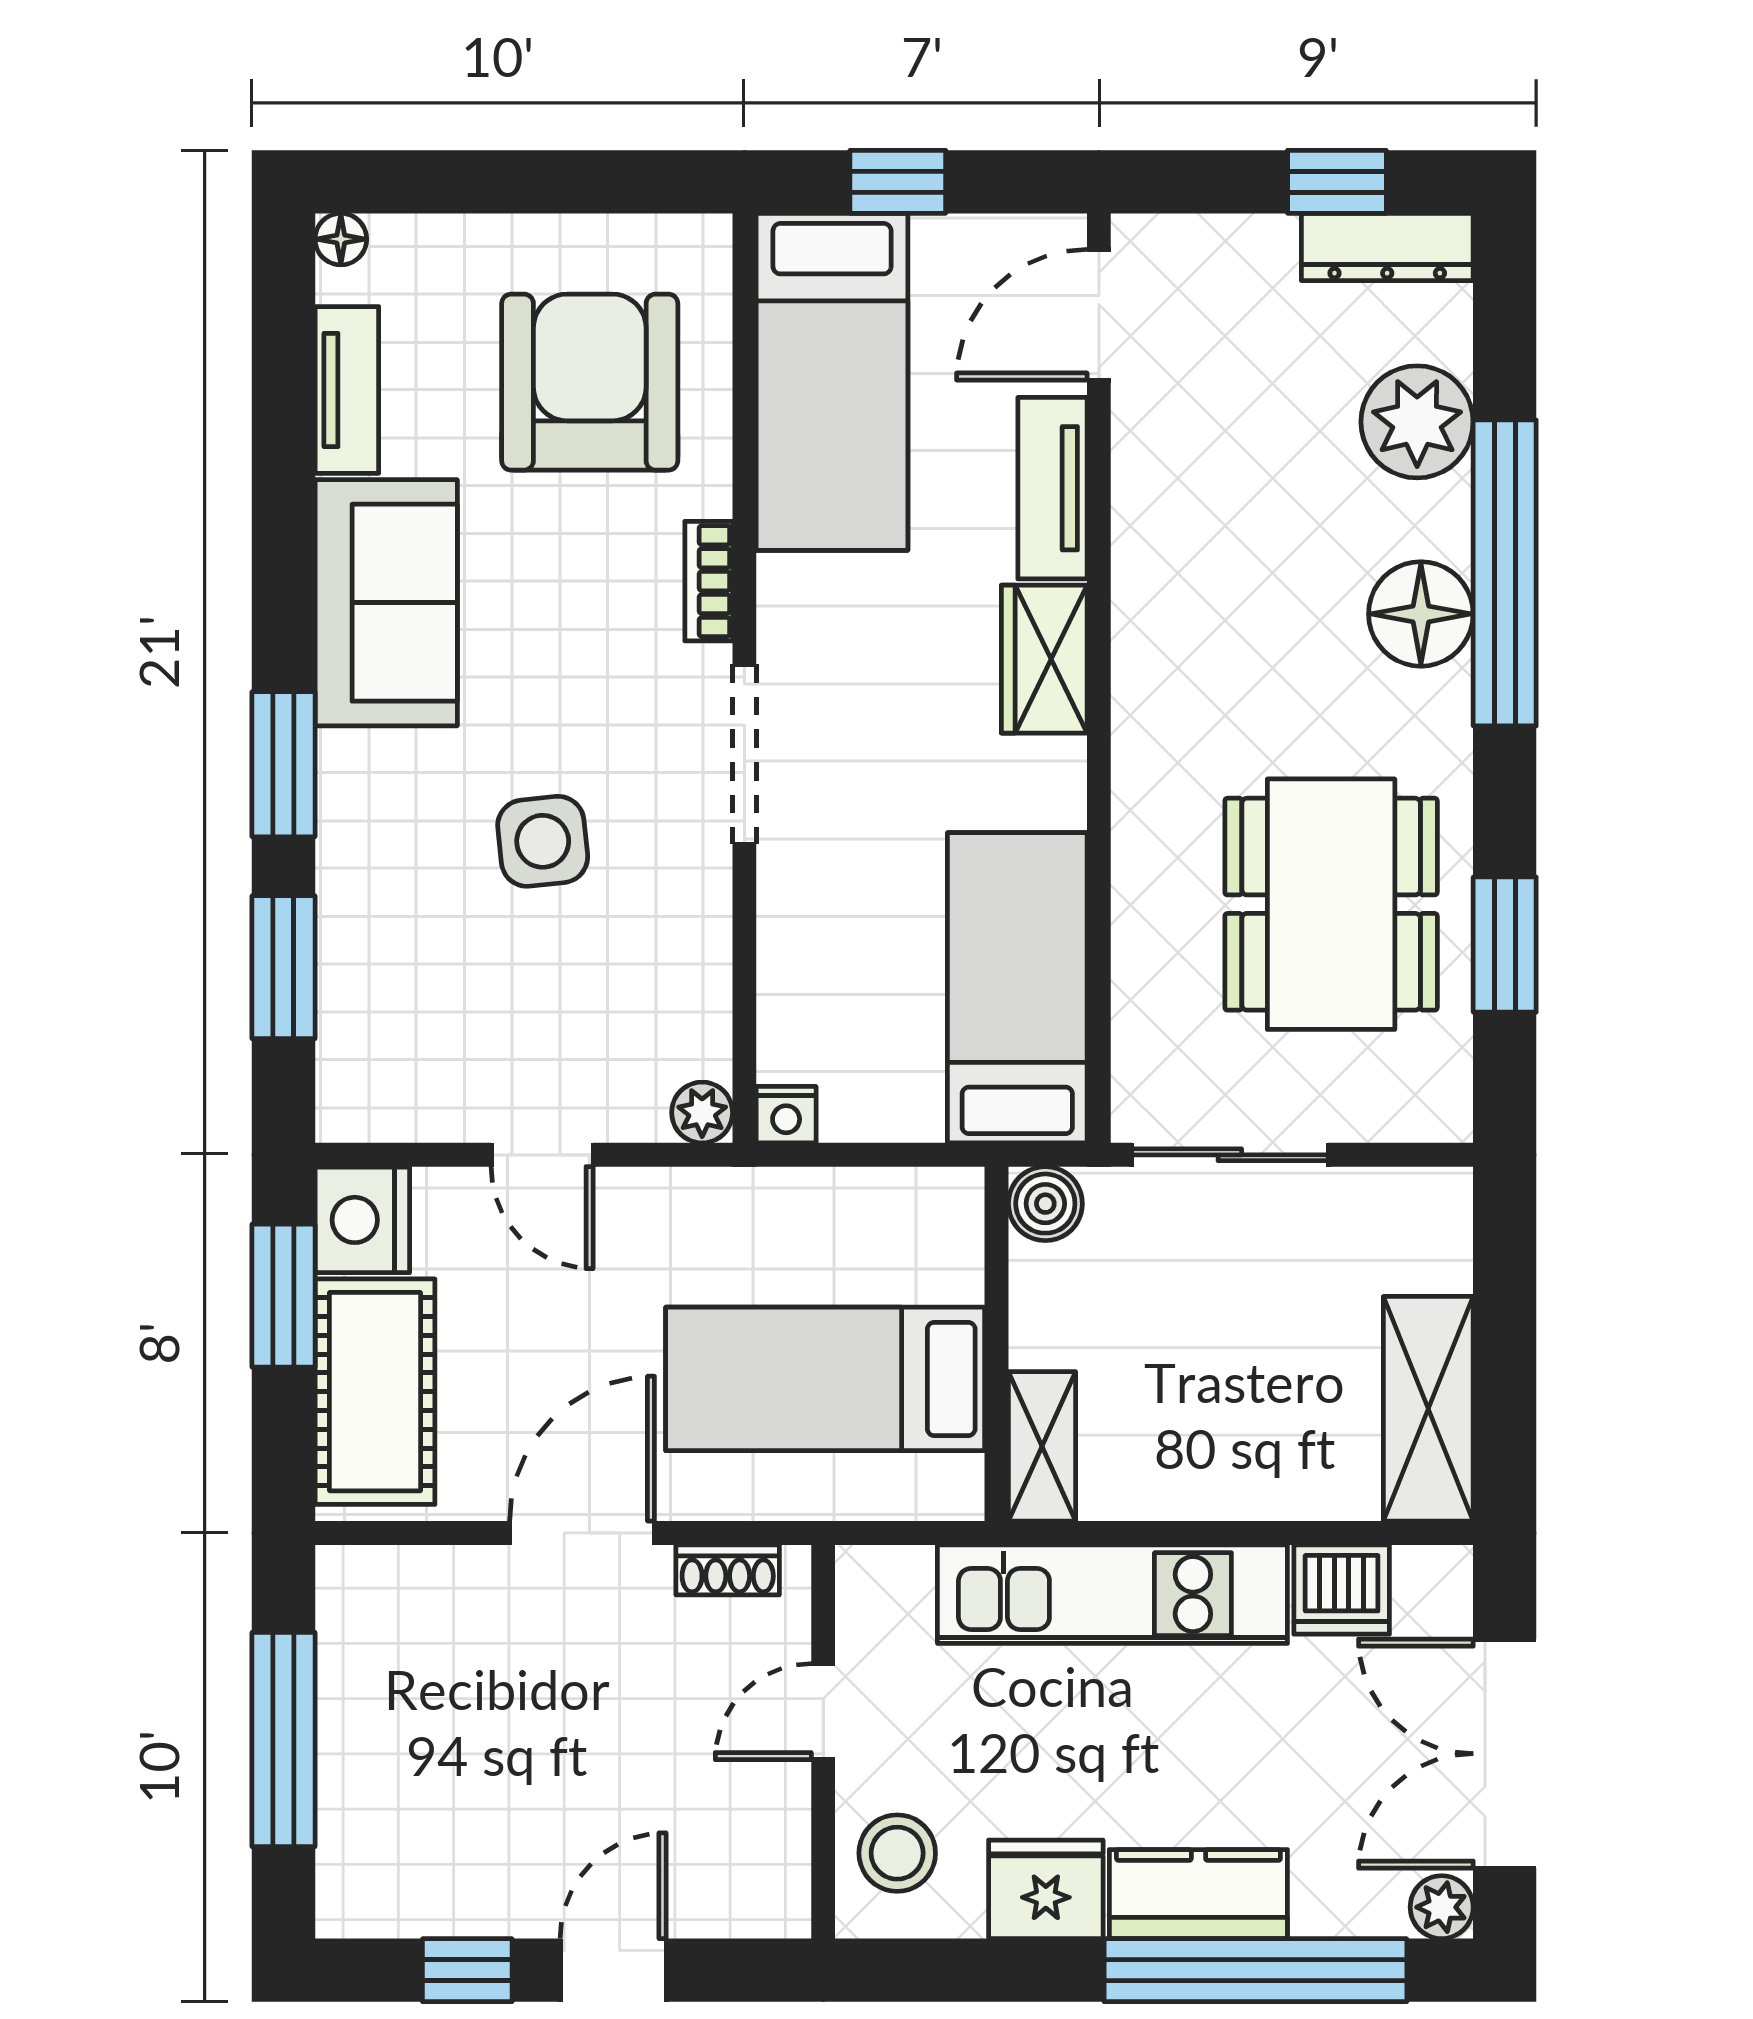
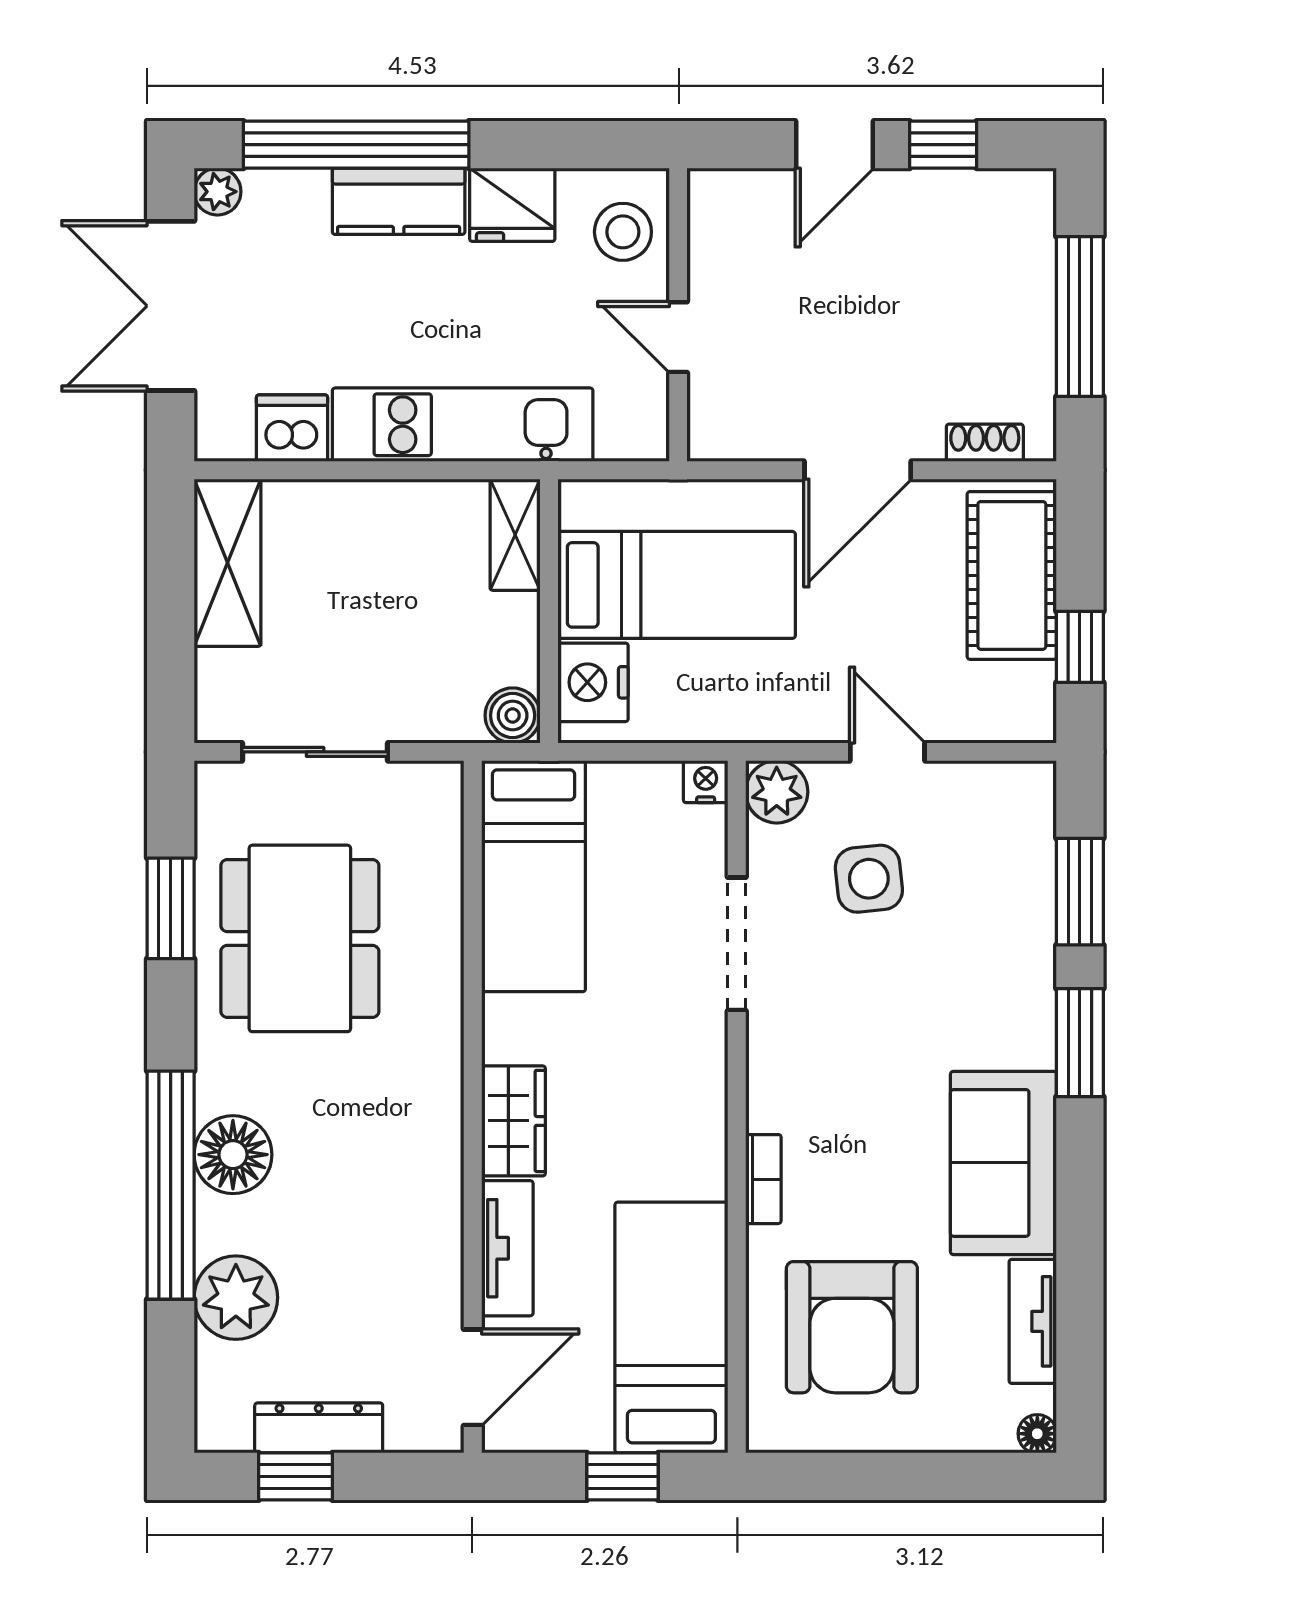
dresser: (1387, 247) -> (319, 1428), moved
doorway: (744, 754) -> (737, 944), moved
side table: (543, 841) -> (869, 879), moved
plant: (702, 1113) -> (777, 792), width x1.38, depth x1.38
sliding door: (1230, 1155) -> (315, 752), moved
nightstand: (362, 1220) -> (593, 682), moved, turned 180
window: (283, 1296) -> (1080, 647), width x0.67
shoe rack: (728, 1570) -> (985, 443), moved
door: (823, 1712) -> (678, 337), swing flipped
double door: (1505, 1754) -> (171, 306), swing flipped

